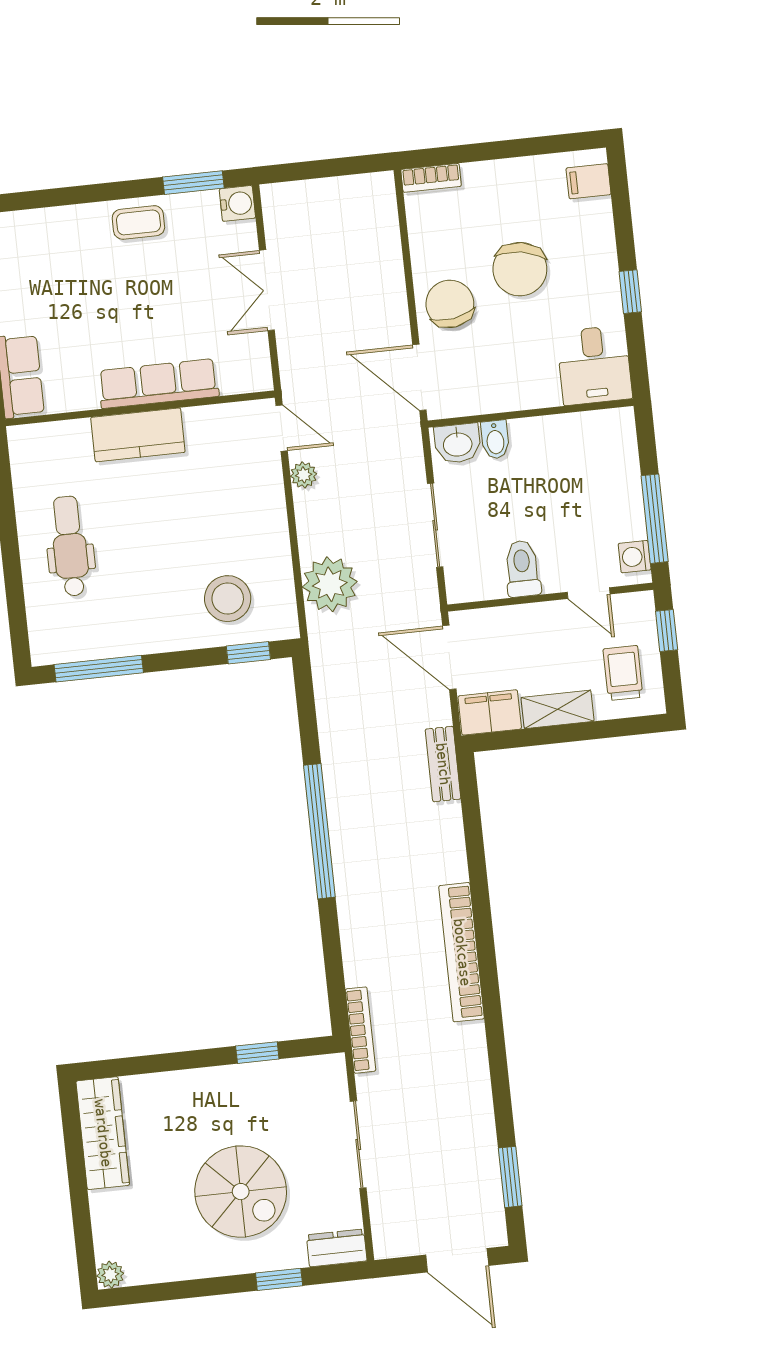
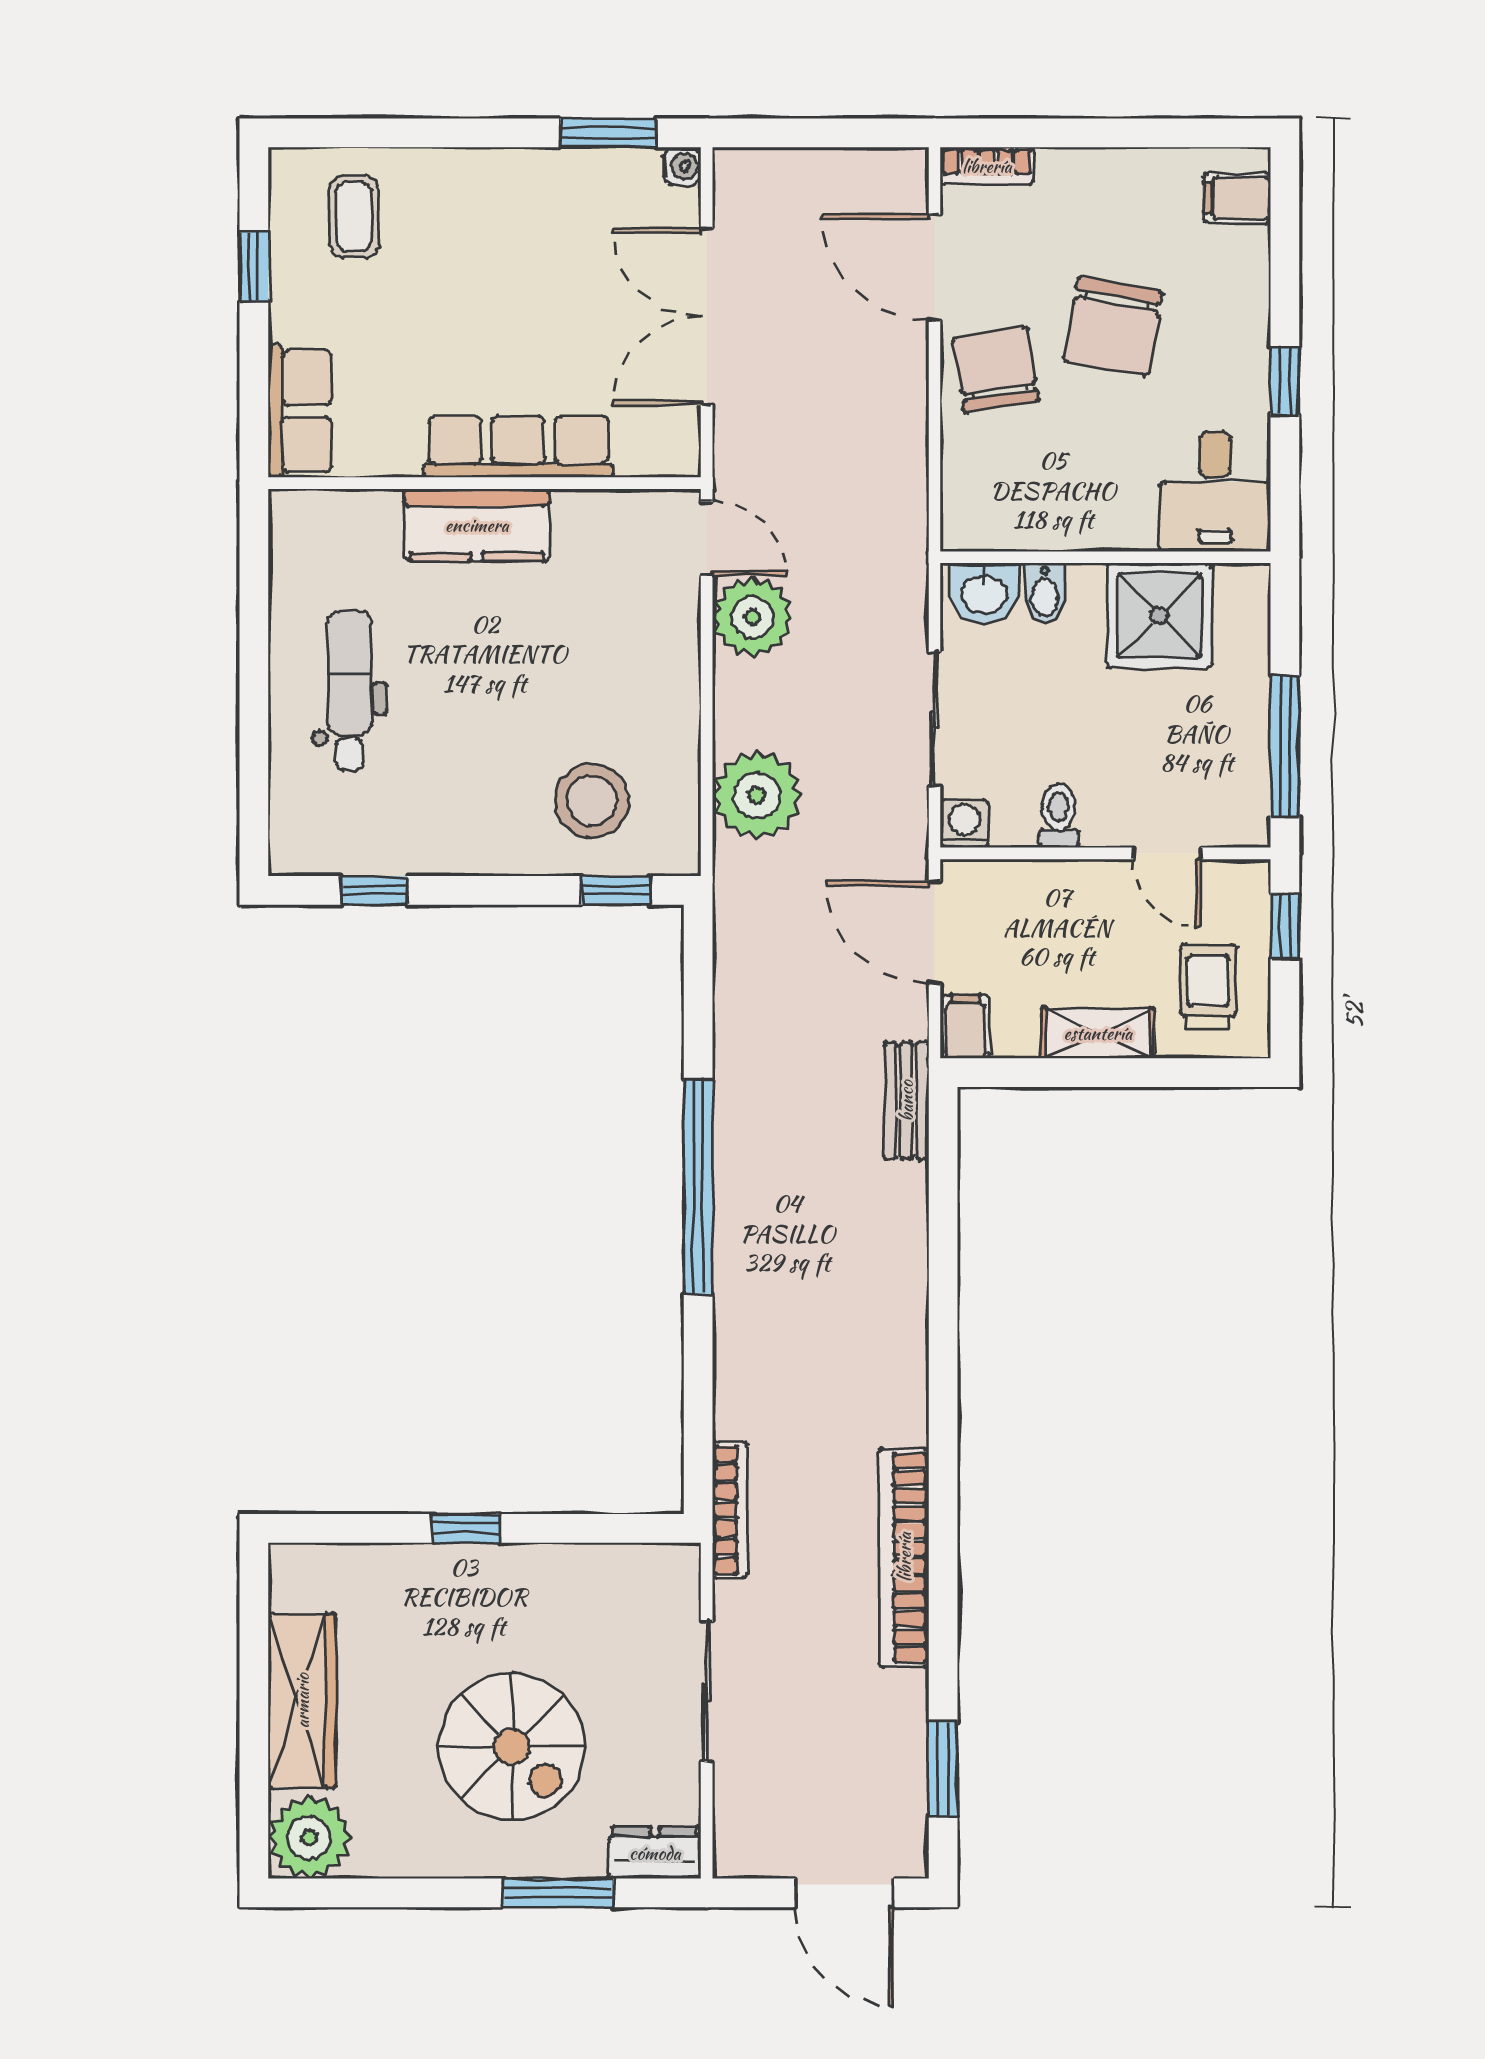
water cooler: (237, 203) -> (682, 166), width x0.72, depth x0.72
coffee table: (138, 222) -> (354, 217), moved, turned 90
double door: (267, 290) -> (707, 317), width x1.37
door: (419, 377) -> (935, 267), moved
shower: (568, 446) -> (1159, 615), added
plant: (304, 475) -> (752, 617), width x1.88, depth x1.88
washing machine: (635, 557) -> (964, 824), moved, turned 90
toilet: (522, 569) -> (1059, 816), width x0.73, depth x0.72
window: (99, 669) -> (375, 890), width x0.46
filing cabinet: (490, 712) -> (966, 1027), width x0.50
bookcase: (462, 952) -> (904, 1557), moved
window: (257, 1053) -> (466, 1528), moved
wardrobe: (103, 1133) -> (302, 1701), moved
plant: (110, 1275) -> (309, 1837), width x1.88, depth x1.88
window: (279, 1279) -> (558, 1893), width x1.50

